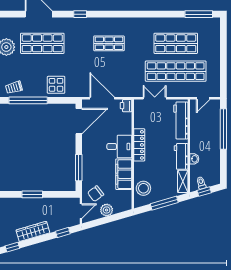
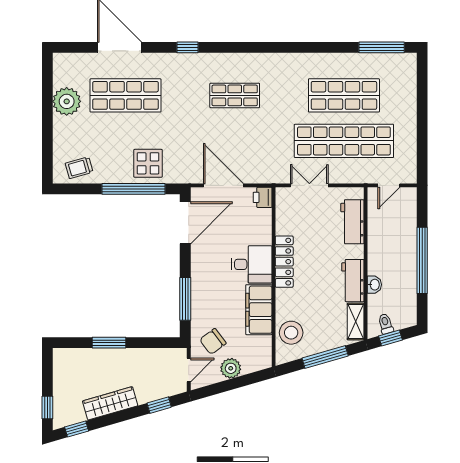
window: (28, 100) -> (134, 189), moved
workbench: (181, 120) -> (352, 222), width x0.73
window: (223, 129) -> (422, 260), moved

